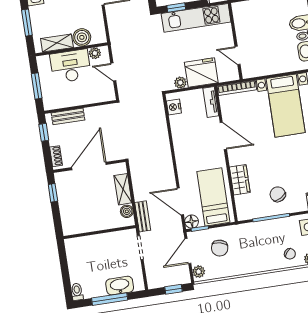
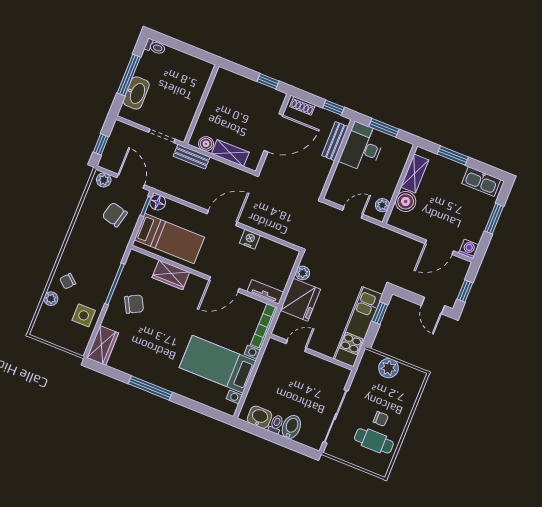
desk: (70, 66) -> (362, 147), moved, turned 180
nightstand: (174, 107) -> (250, 239), moved
door: (89, 166) -> (273, 133), hinge flipped
door: (180, 201) -> (222, 218), moved

